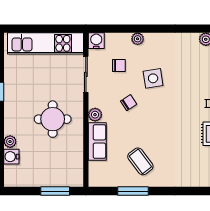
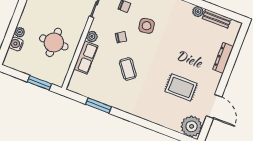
round table: (53, 119) -> (54, 43), moved
coffee table: (140, 161) -> (128, 69), moved

